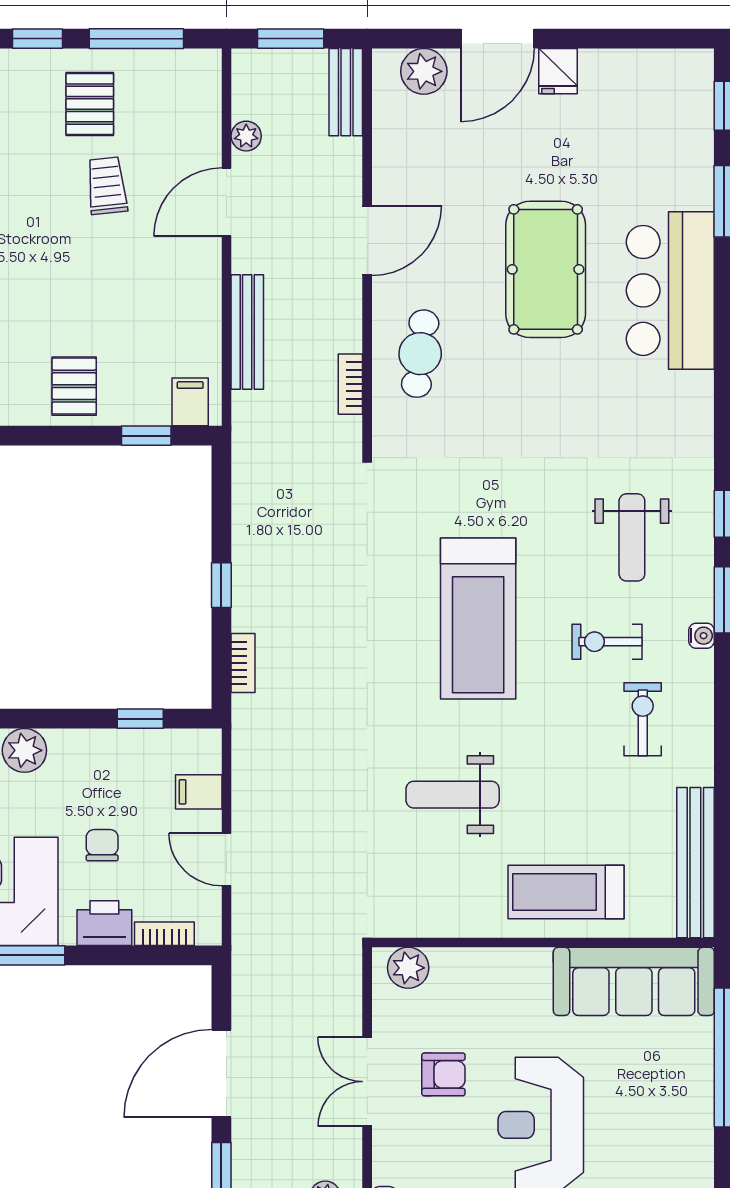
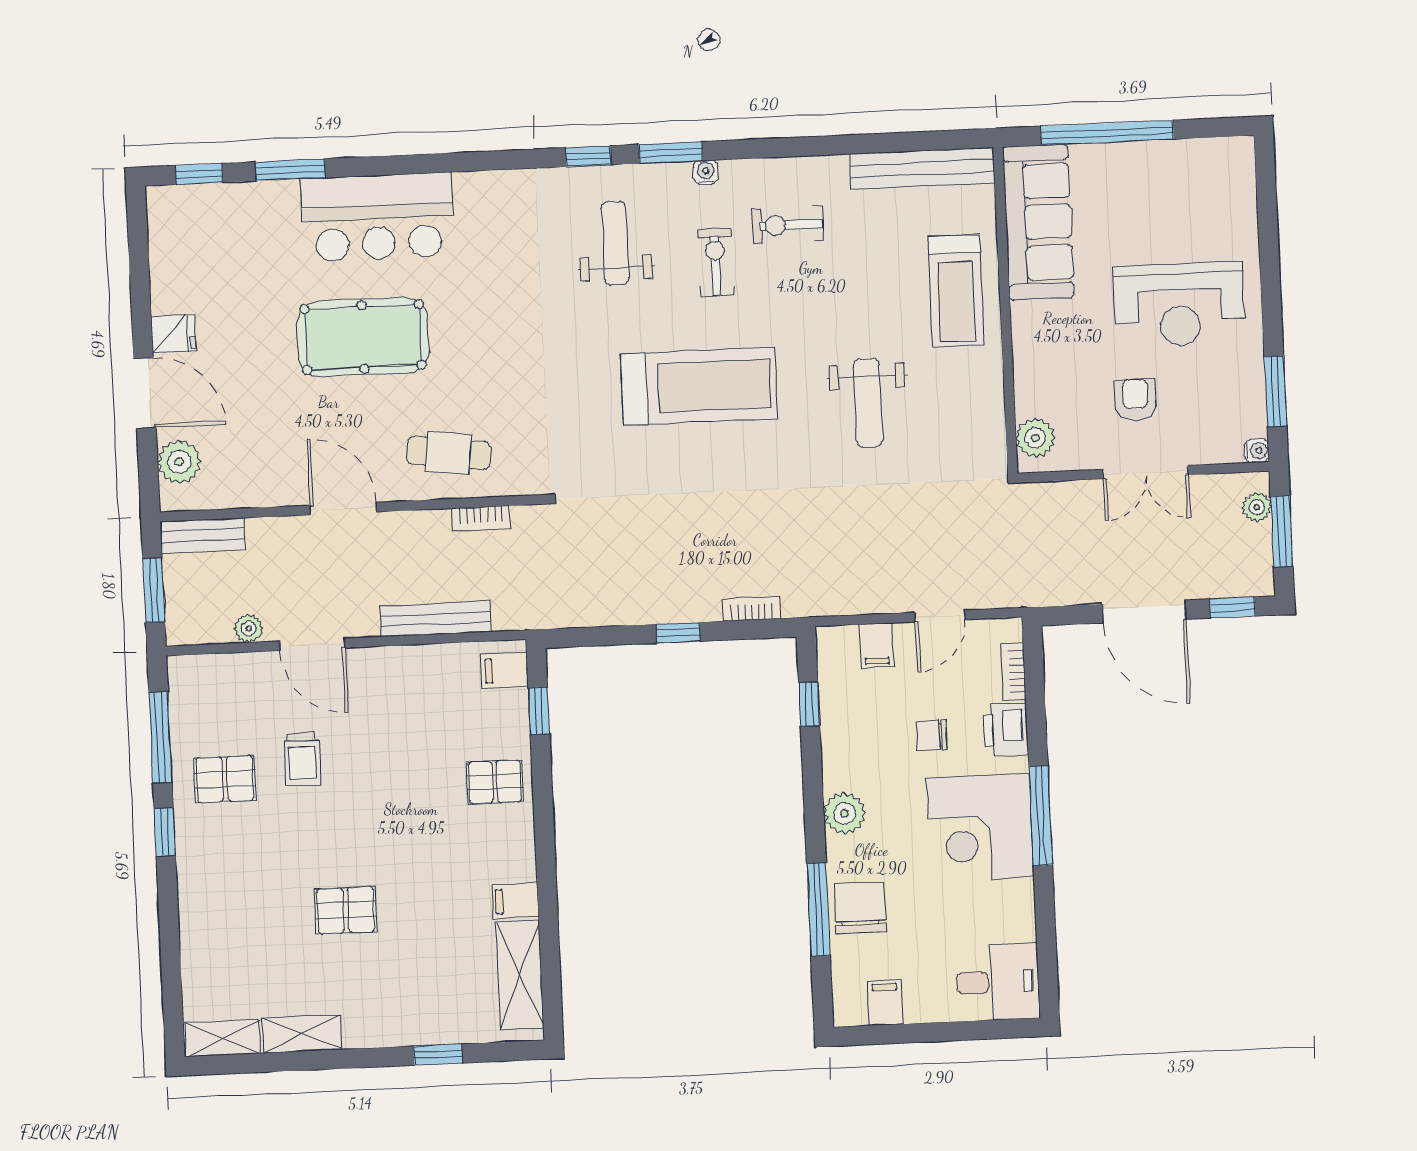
trolley: (107, 186) -> (302, 759), turned -84
weight bench: (632, 537) -> (615, 243), turned -90
exercise bike: (607, 642) -> (715, 262), turned 180

